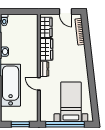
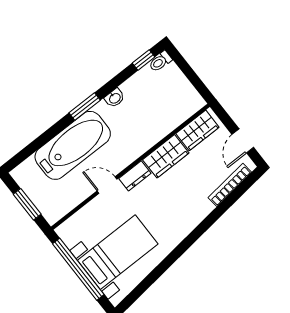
door: (39, 84) -> (107, 185), hinge flipped

